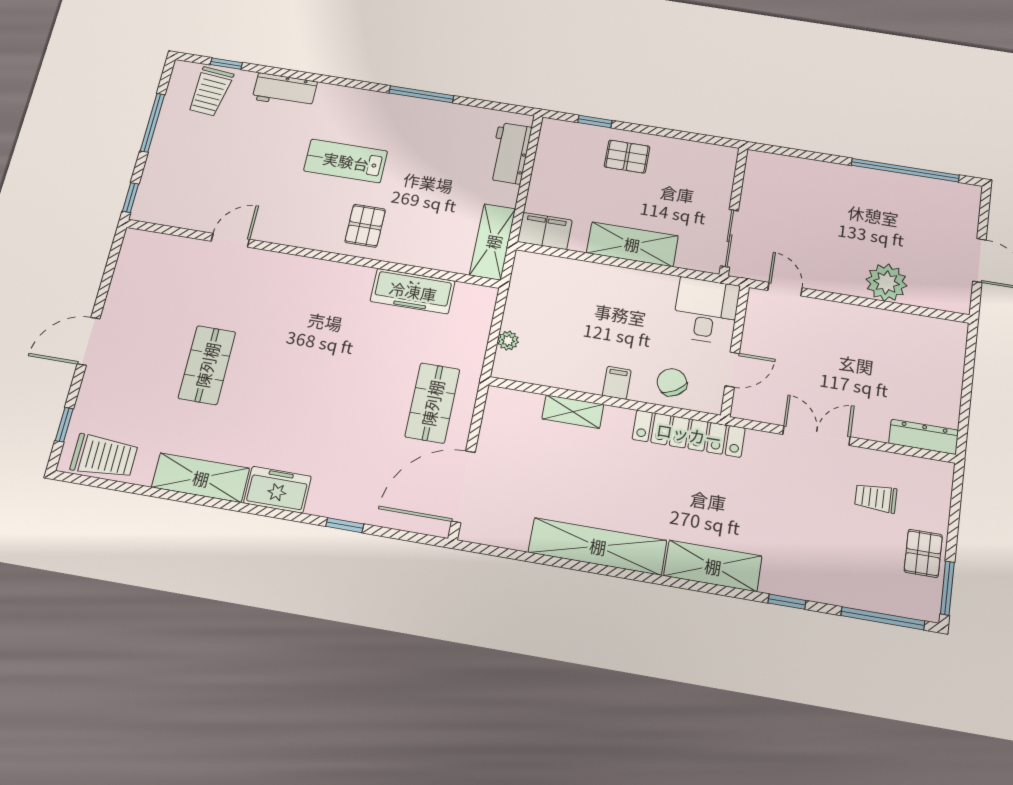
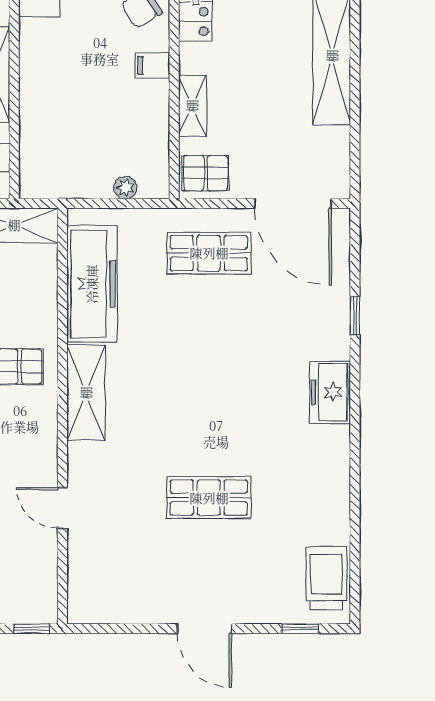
freezer: (413, 291) -> (92, 284), width x1.36, depth x1.26
pallet: (508, 413) -> (206, 173), added
shelving: (201, 478) -> (86, 393), moved

